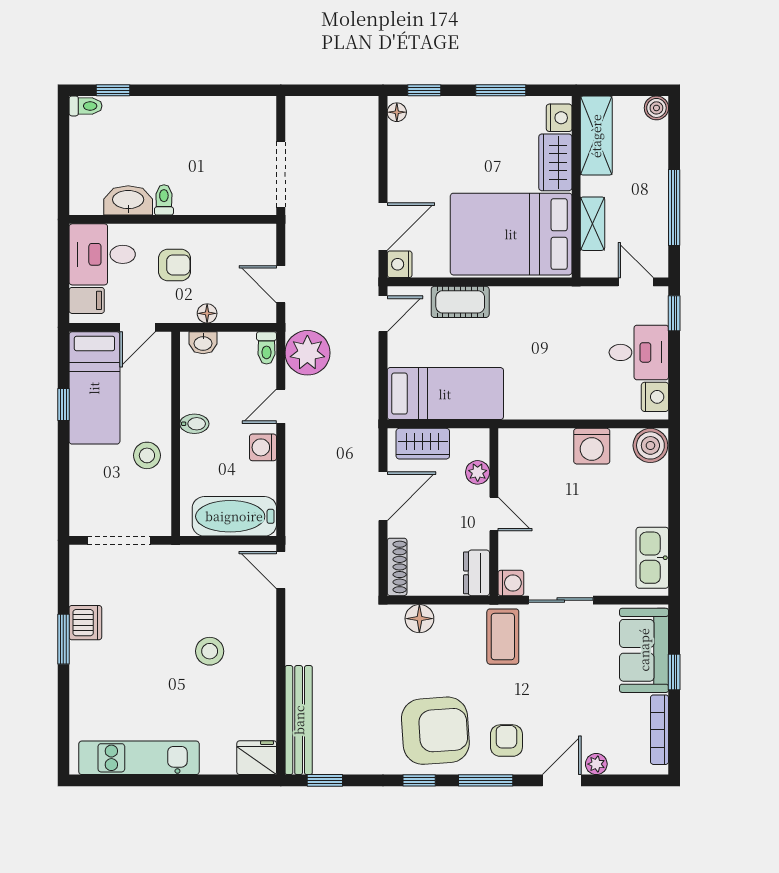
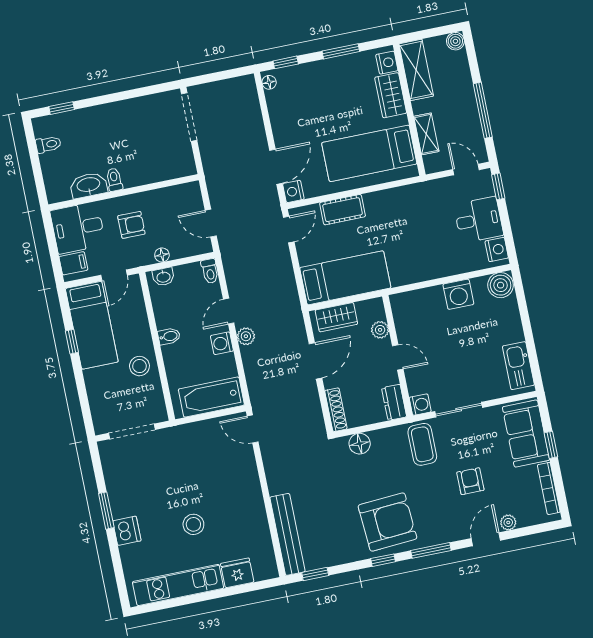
toilet: (86, 106) -> (48, 144), moved
doorway: (281, 174) -> (189, 117), moved
bed: (511, 234) -> (369, 153), width x0.67
plant: (307, 353) -> (246, 336), moved, width x0.53, depth x0.53
dishwasher: (85, 623) -> (127, 531), moved
stool: (210, 651) -> (193, 524), moved
armchair: (506, 741) -> (470, 481), moved
fridge: (257, 758) -> (237, 573), moved

